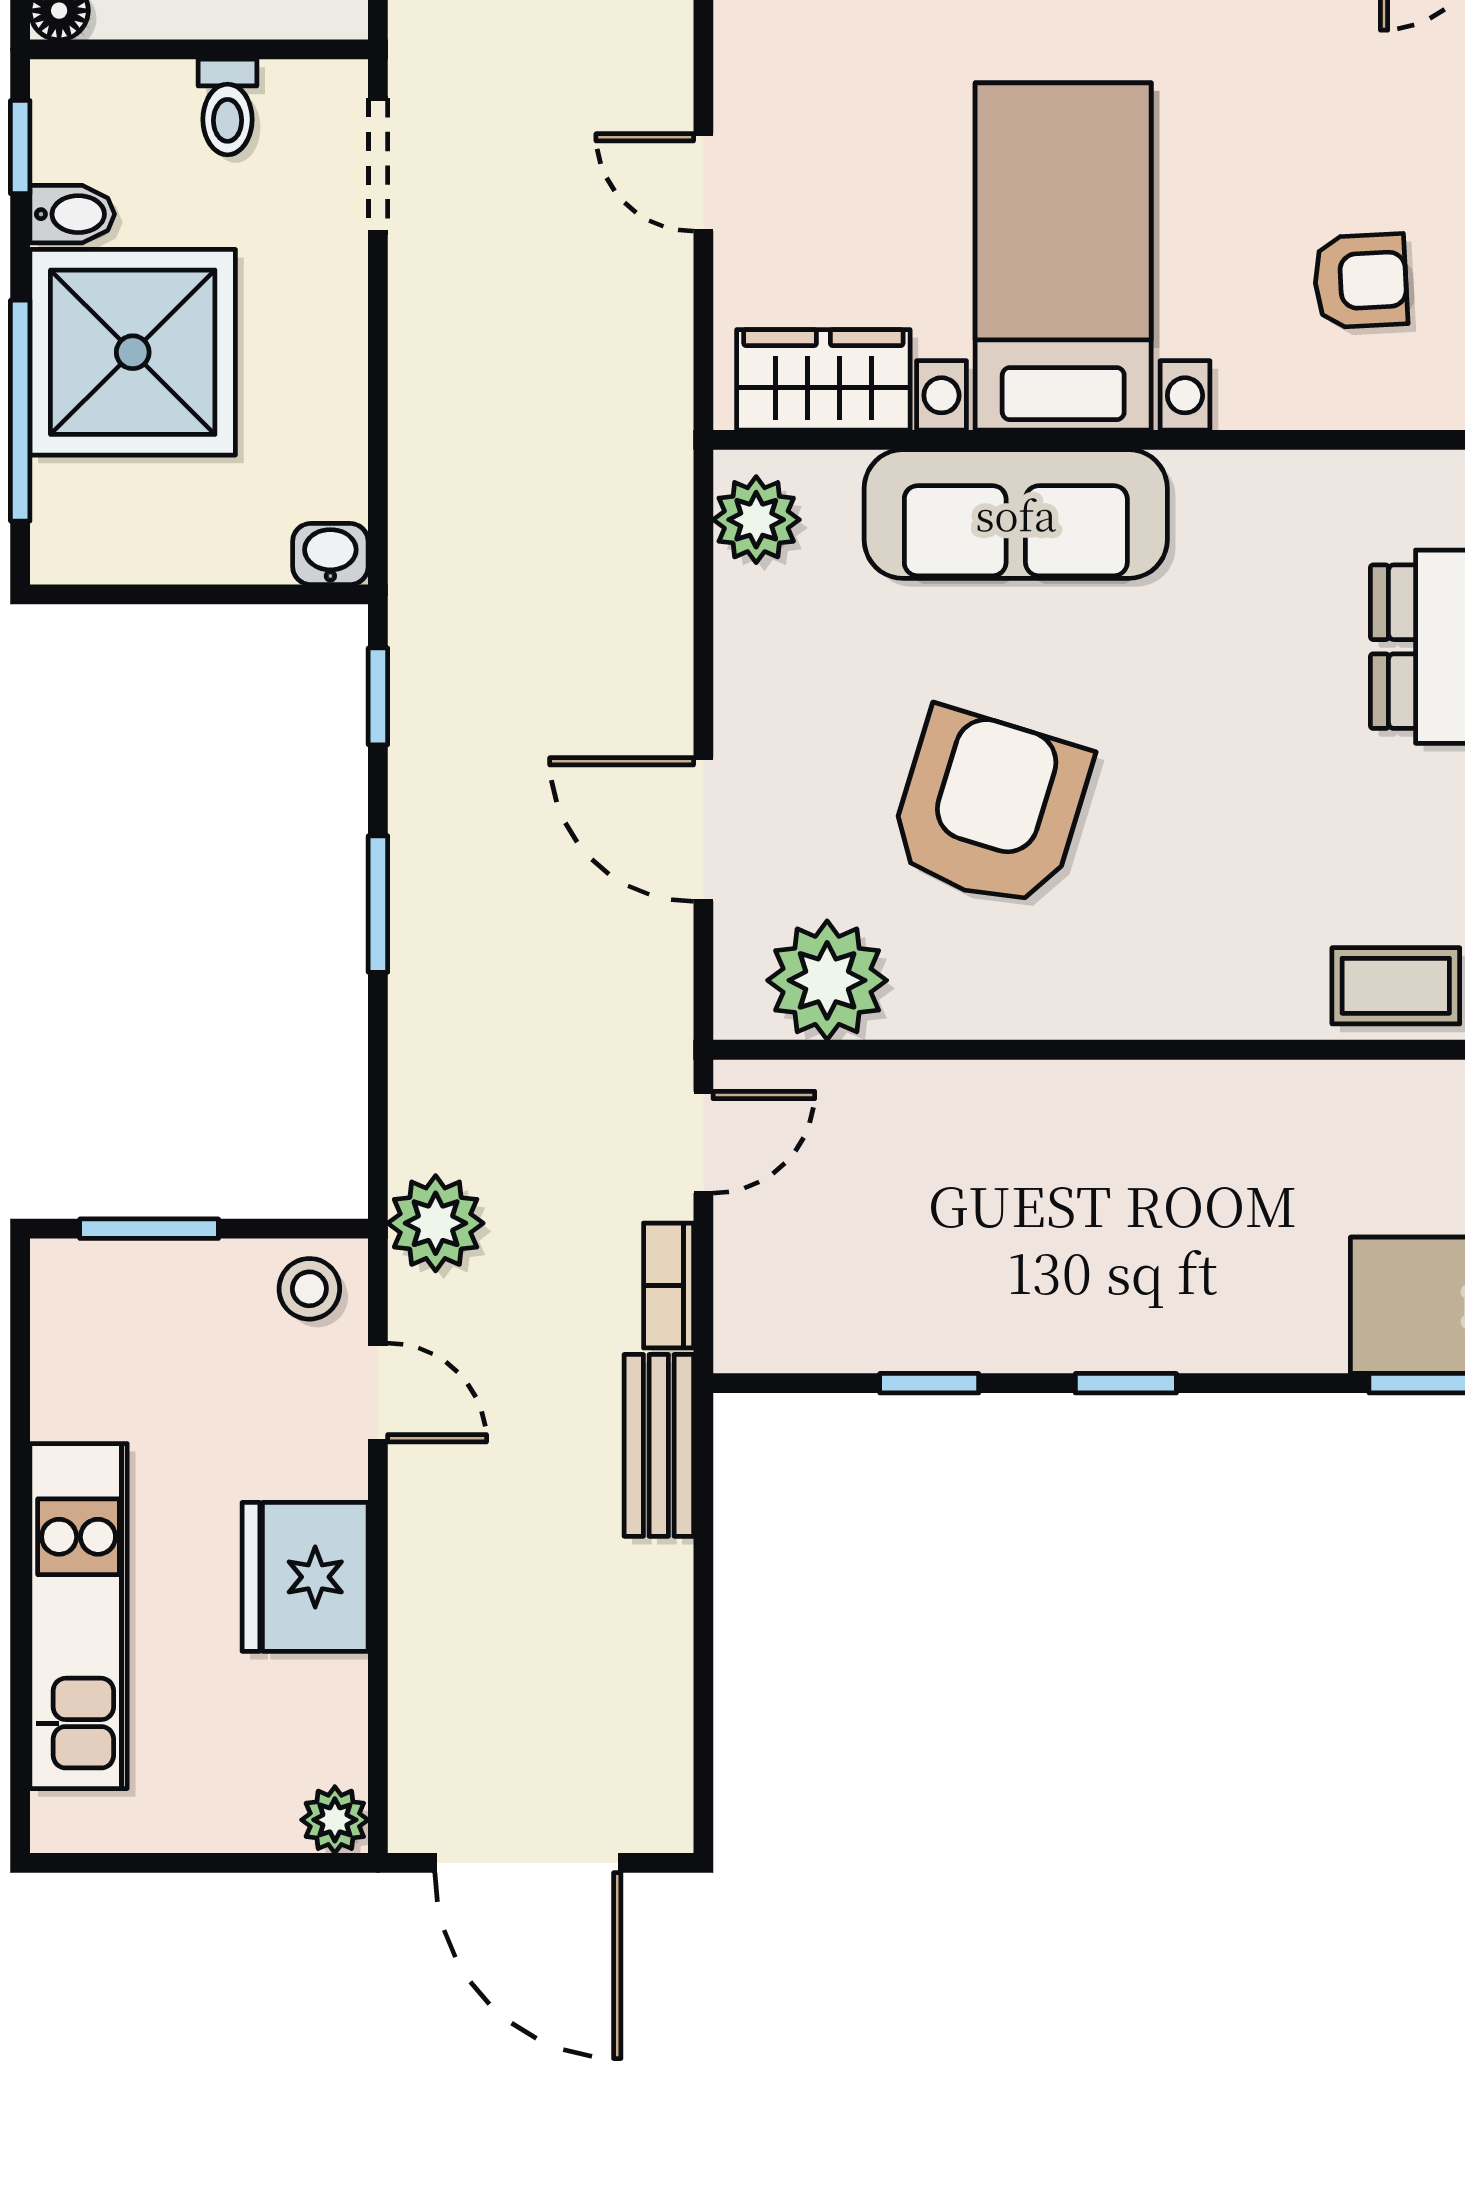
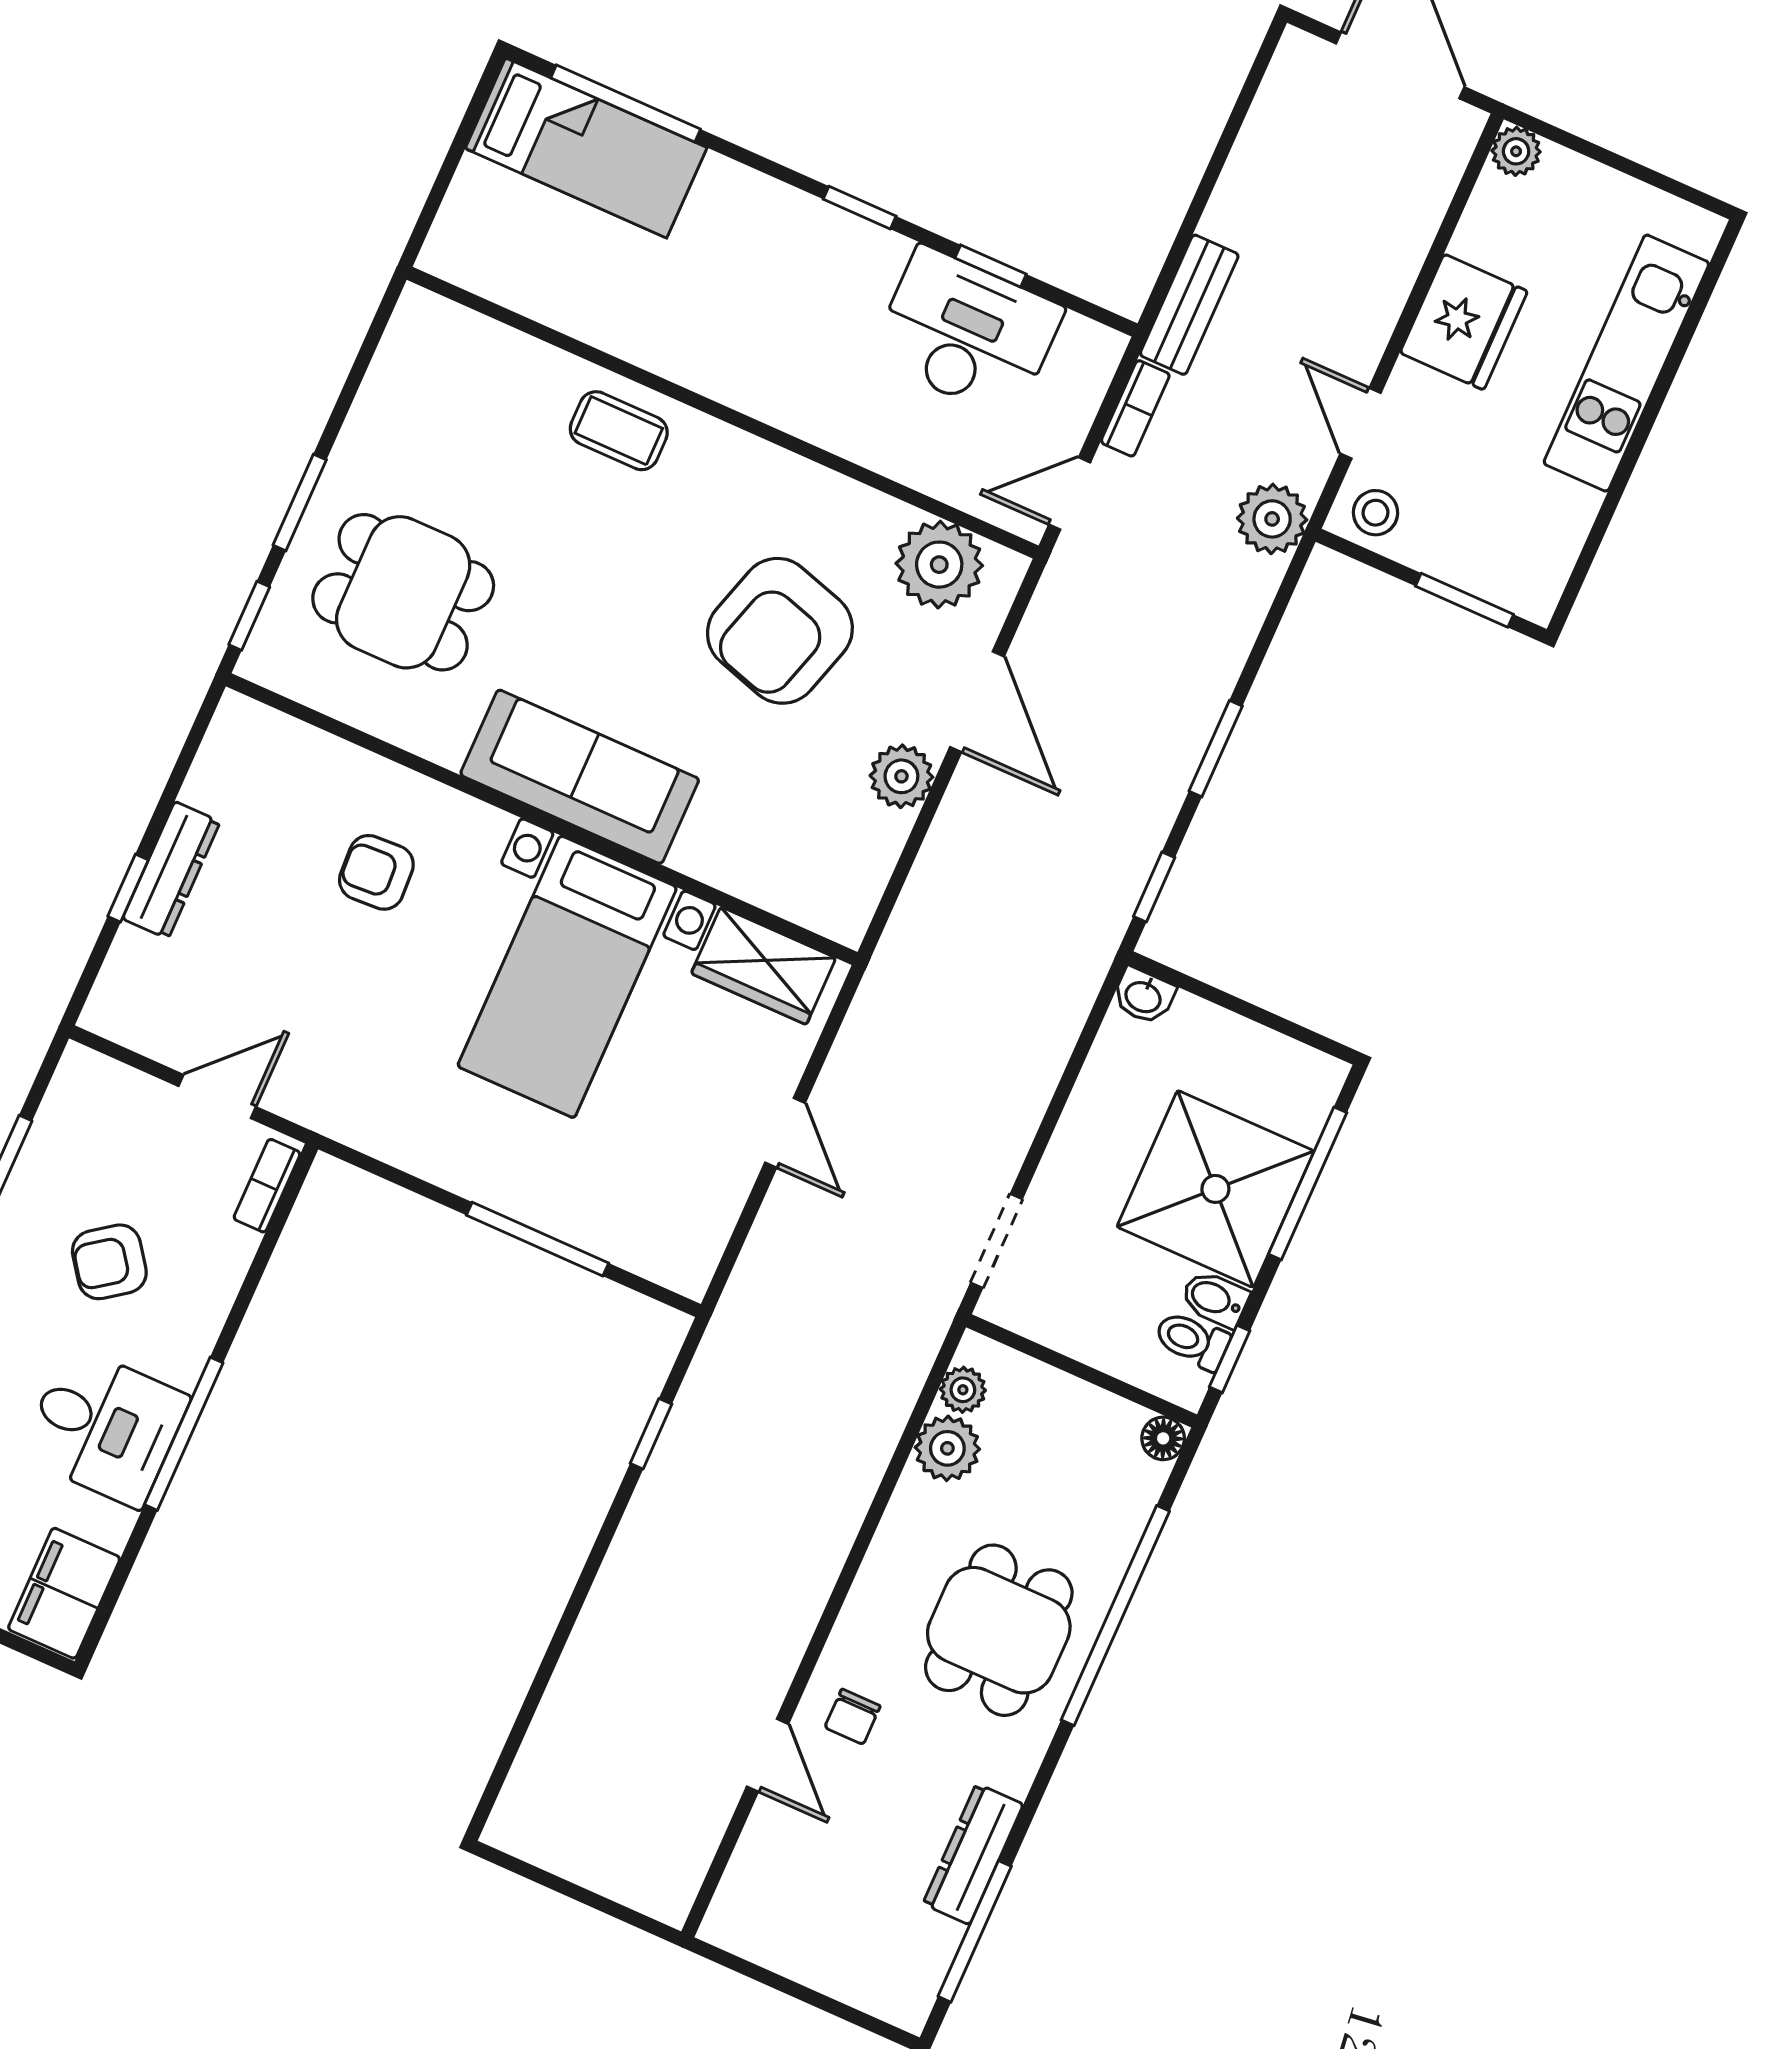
toilet: (227, 107) -> (1192, 1340), moved, turned -90
sofa: (1016, 514) -> (580, 777), moved
plant: (756, 520) -> (901, 776), moved
coffee table: (1396, 986) -> (619, 431), moved
desk: (922, 1286) -> (967, 333), added

